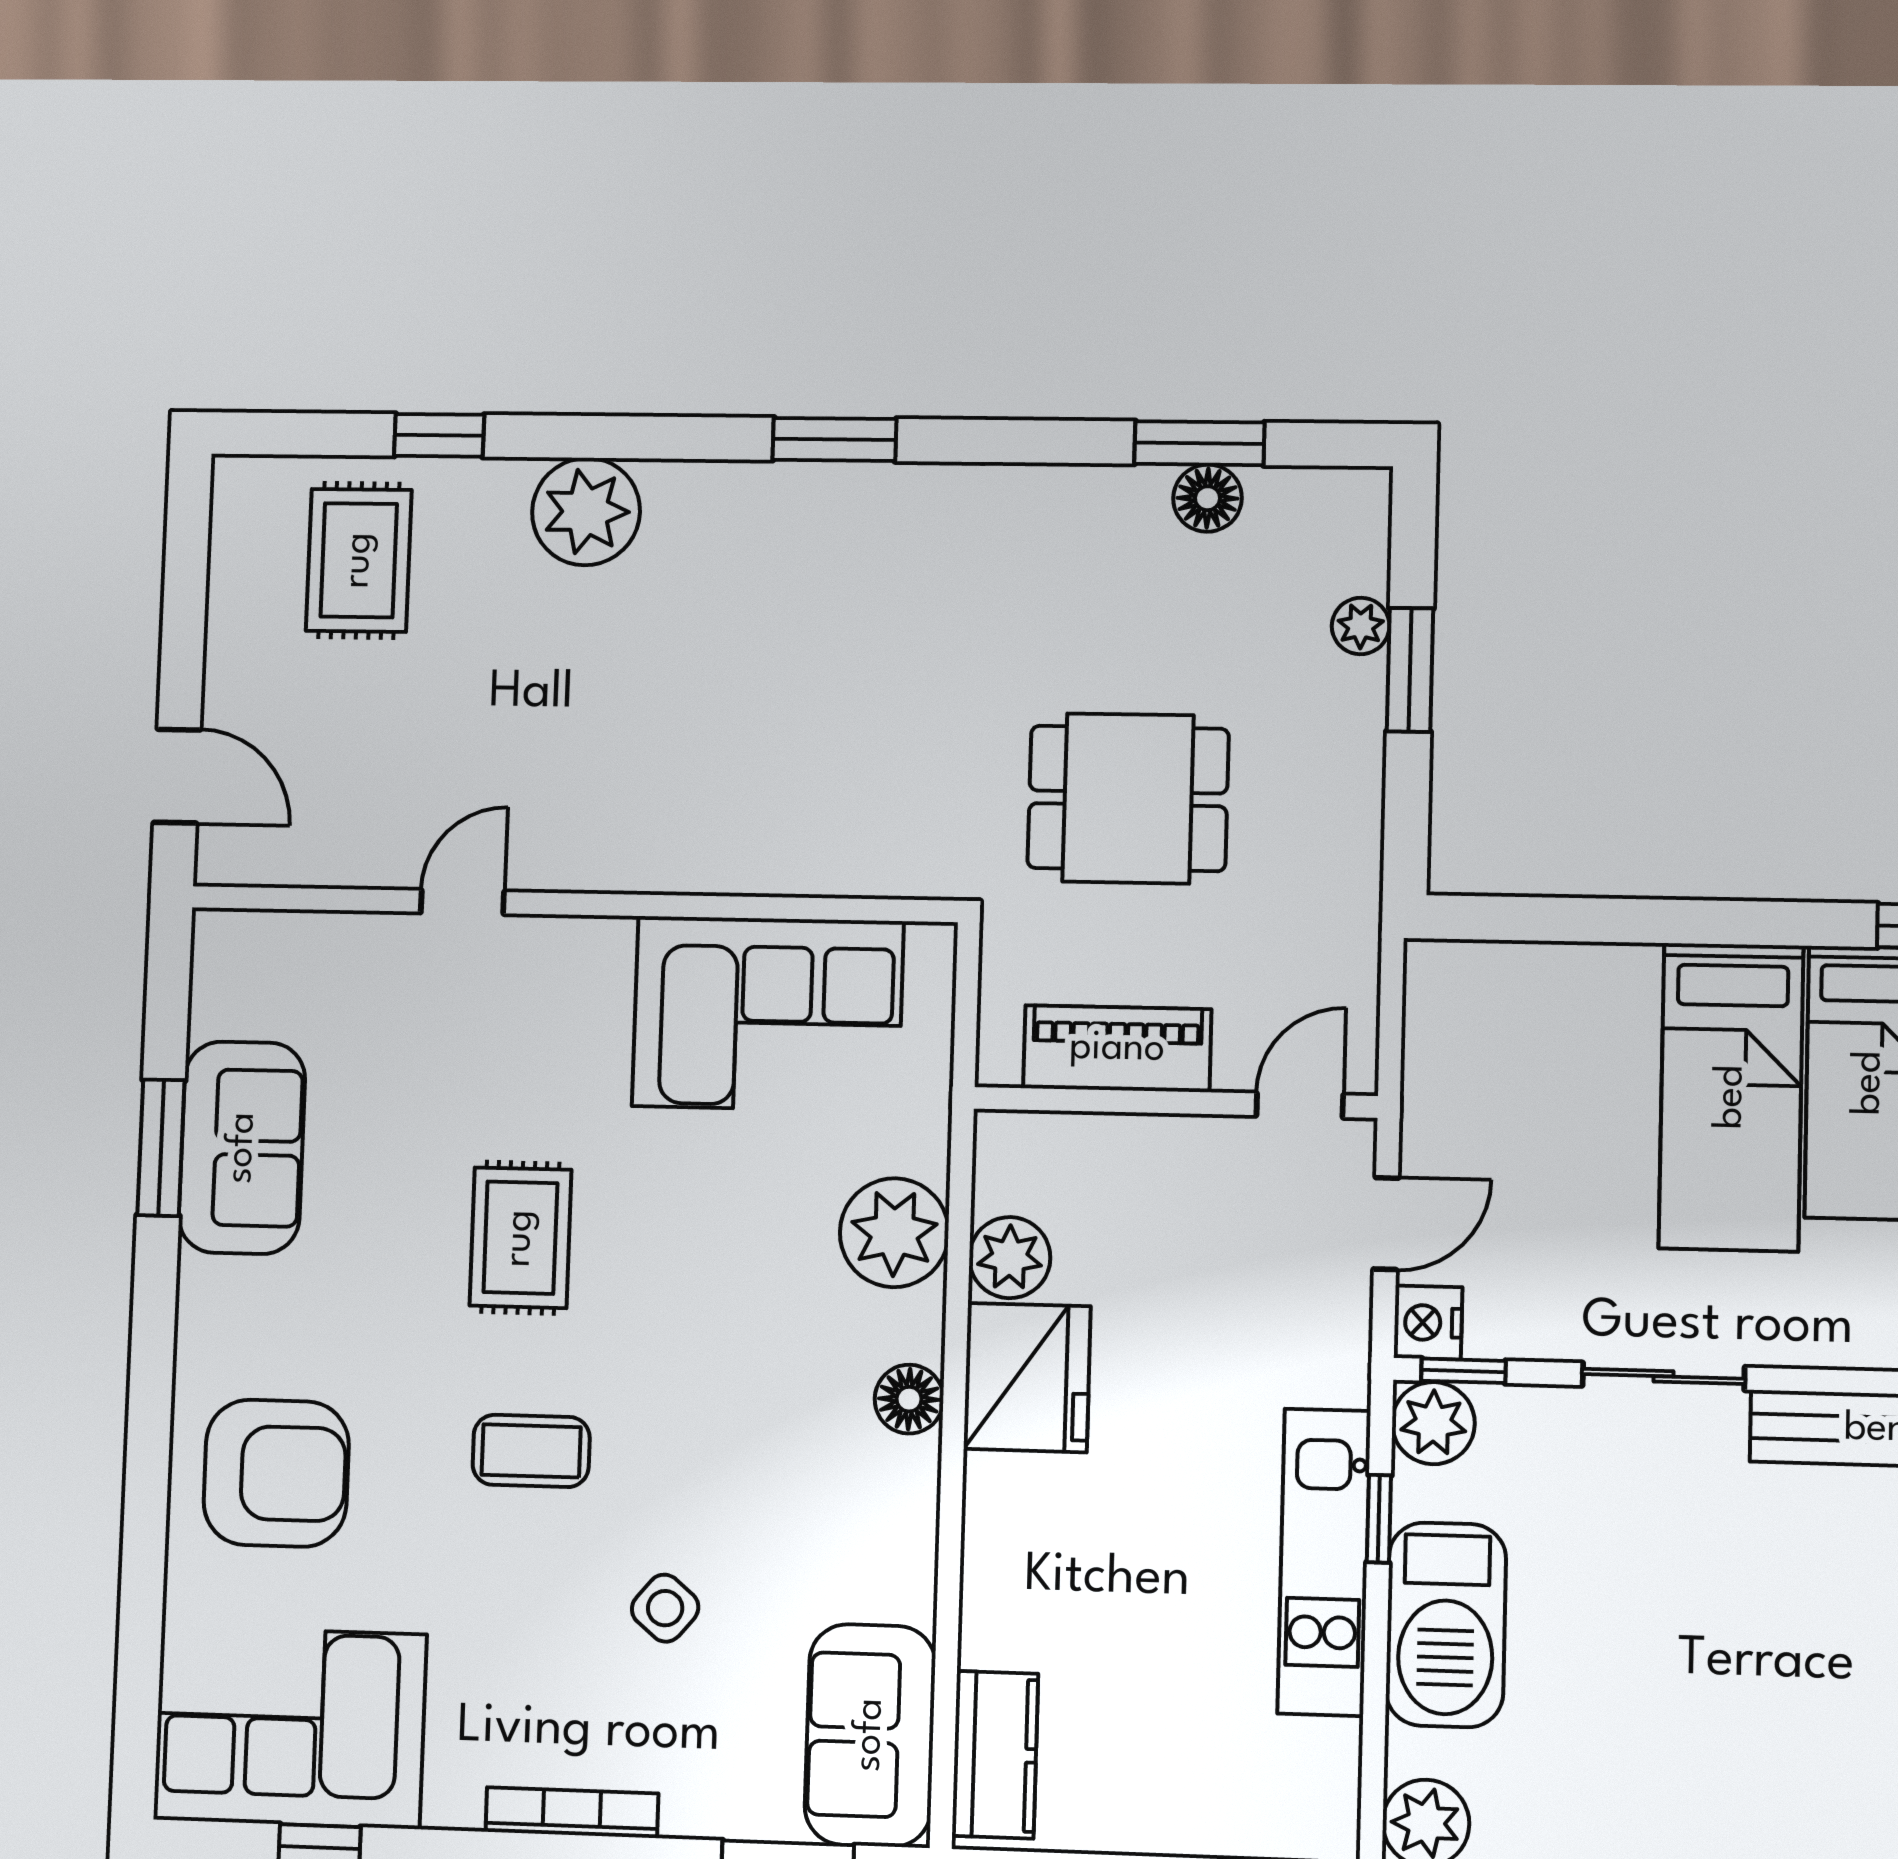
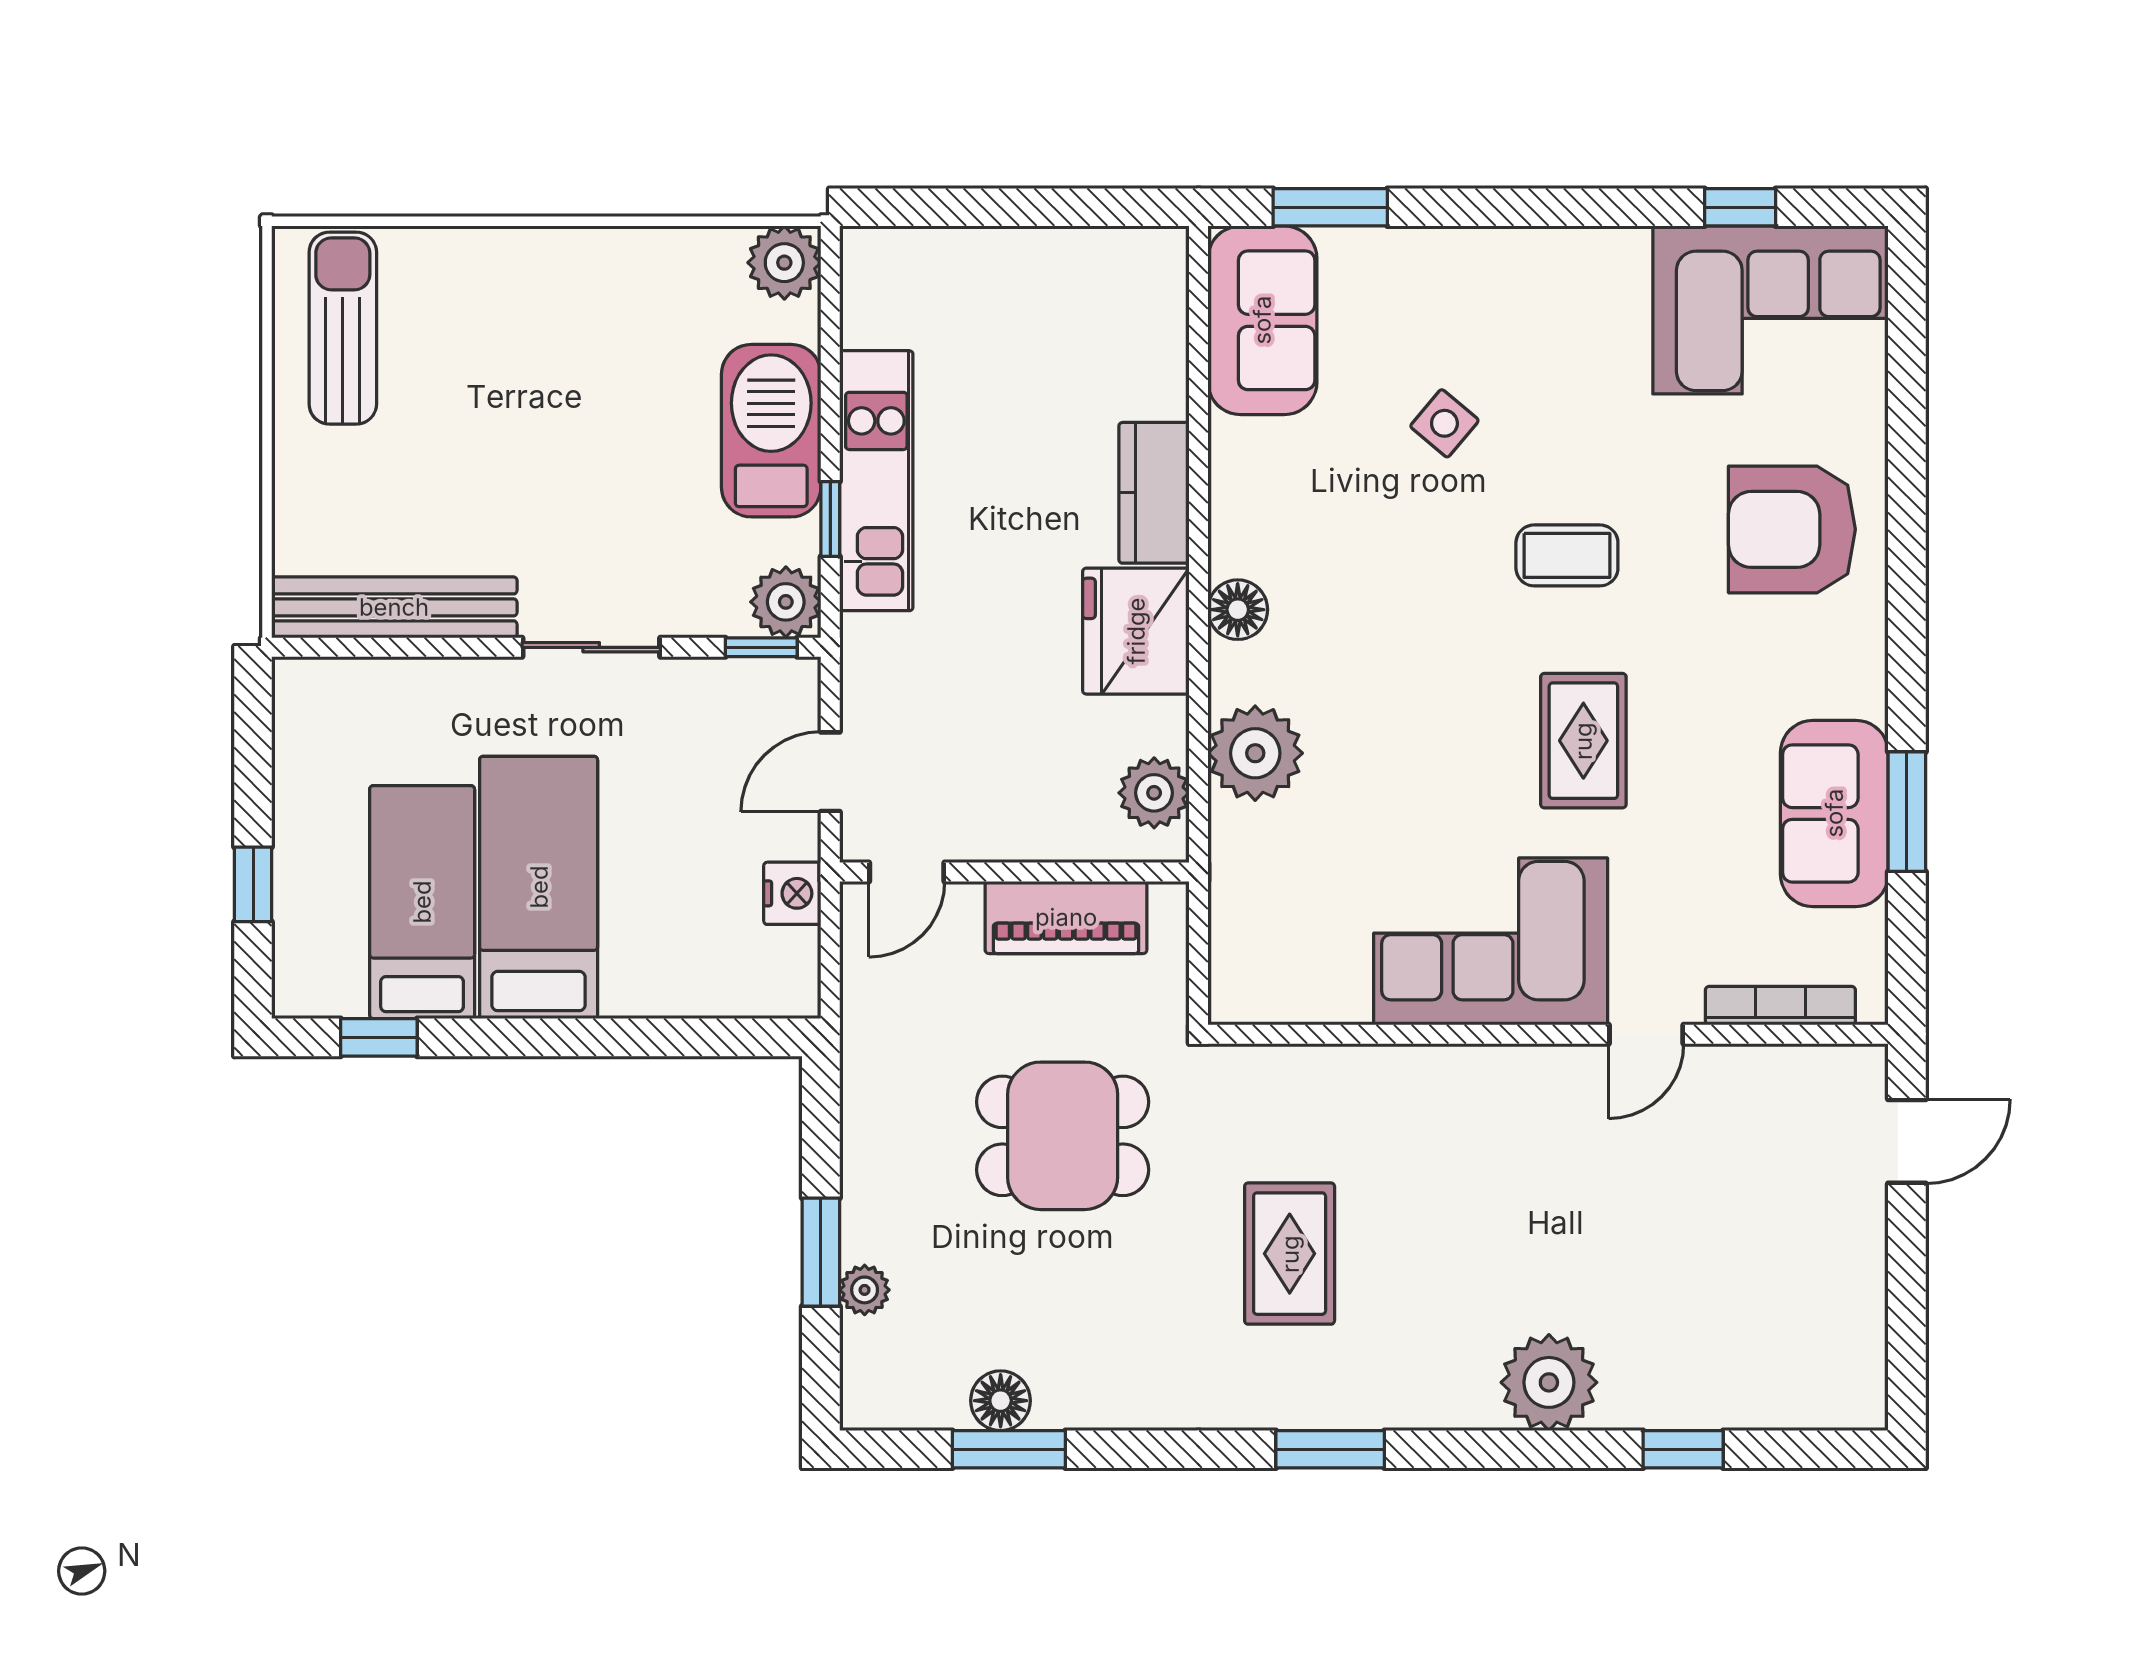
rug: (359, 560) -> (1290, 1254), moved
door: (177, 776) -> (1907, 1141), swing flipped
corner sofa: (768, 1014) -> (1491, 941), moved
plant: (1010, 1258) -> (1154, 793), moved
nightstand: (1428, 1323) -> (792, 893), moved
kitchen counter: (995, 1755) -> (1154, 493), moved
bookcase: (572, 1813) -> (1780, 1006), moved, turned 180

